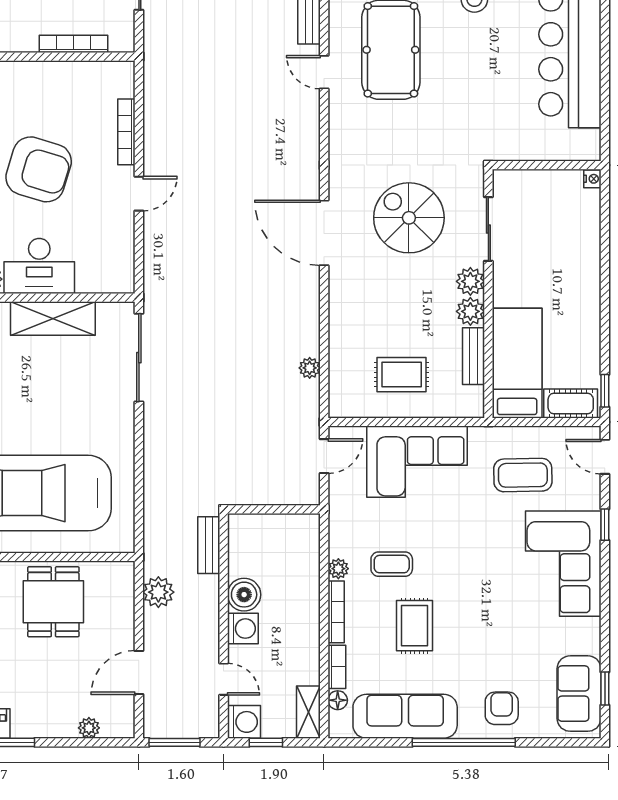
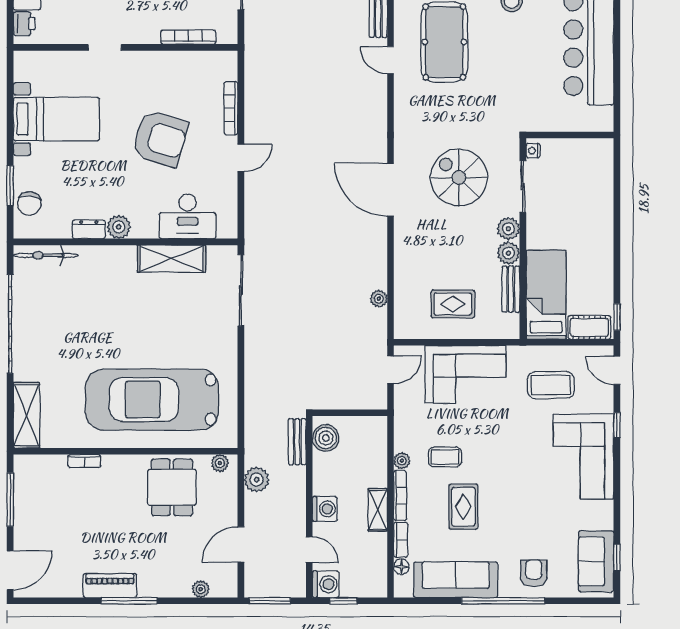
nightstand: (592, 179) -> (533, 151), moved, turned 180
desk: (39, 266) -> (188, 216), moved
plant: (113, 572) -> (220, 463), added
boiler: (244, 595) -> (326, 438), moved
shelving: (308, 712) -> (378, 510), moved

